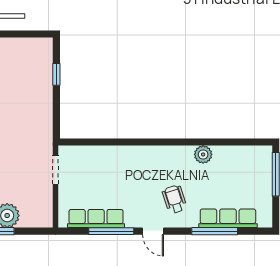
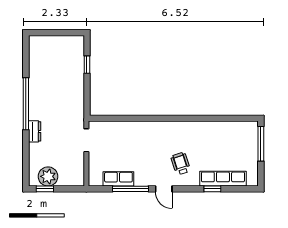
plant: (203, 154) -> (203, 128), removed
row of seats: (96, 219) -> (118, 179), width x0.68
window: (215, 231) -> (212, 189), width x0.46

